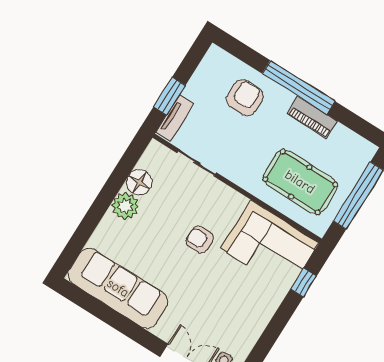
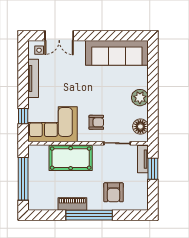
floor lamp: (139, 182) -> (140, 127), moved
pool table: (300, 182) -> (71, 158), moved
armchair: (200, 240) -> (96, 122), moved
tv unit: (257, 326) -> (33, 78), added

